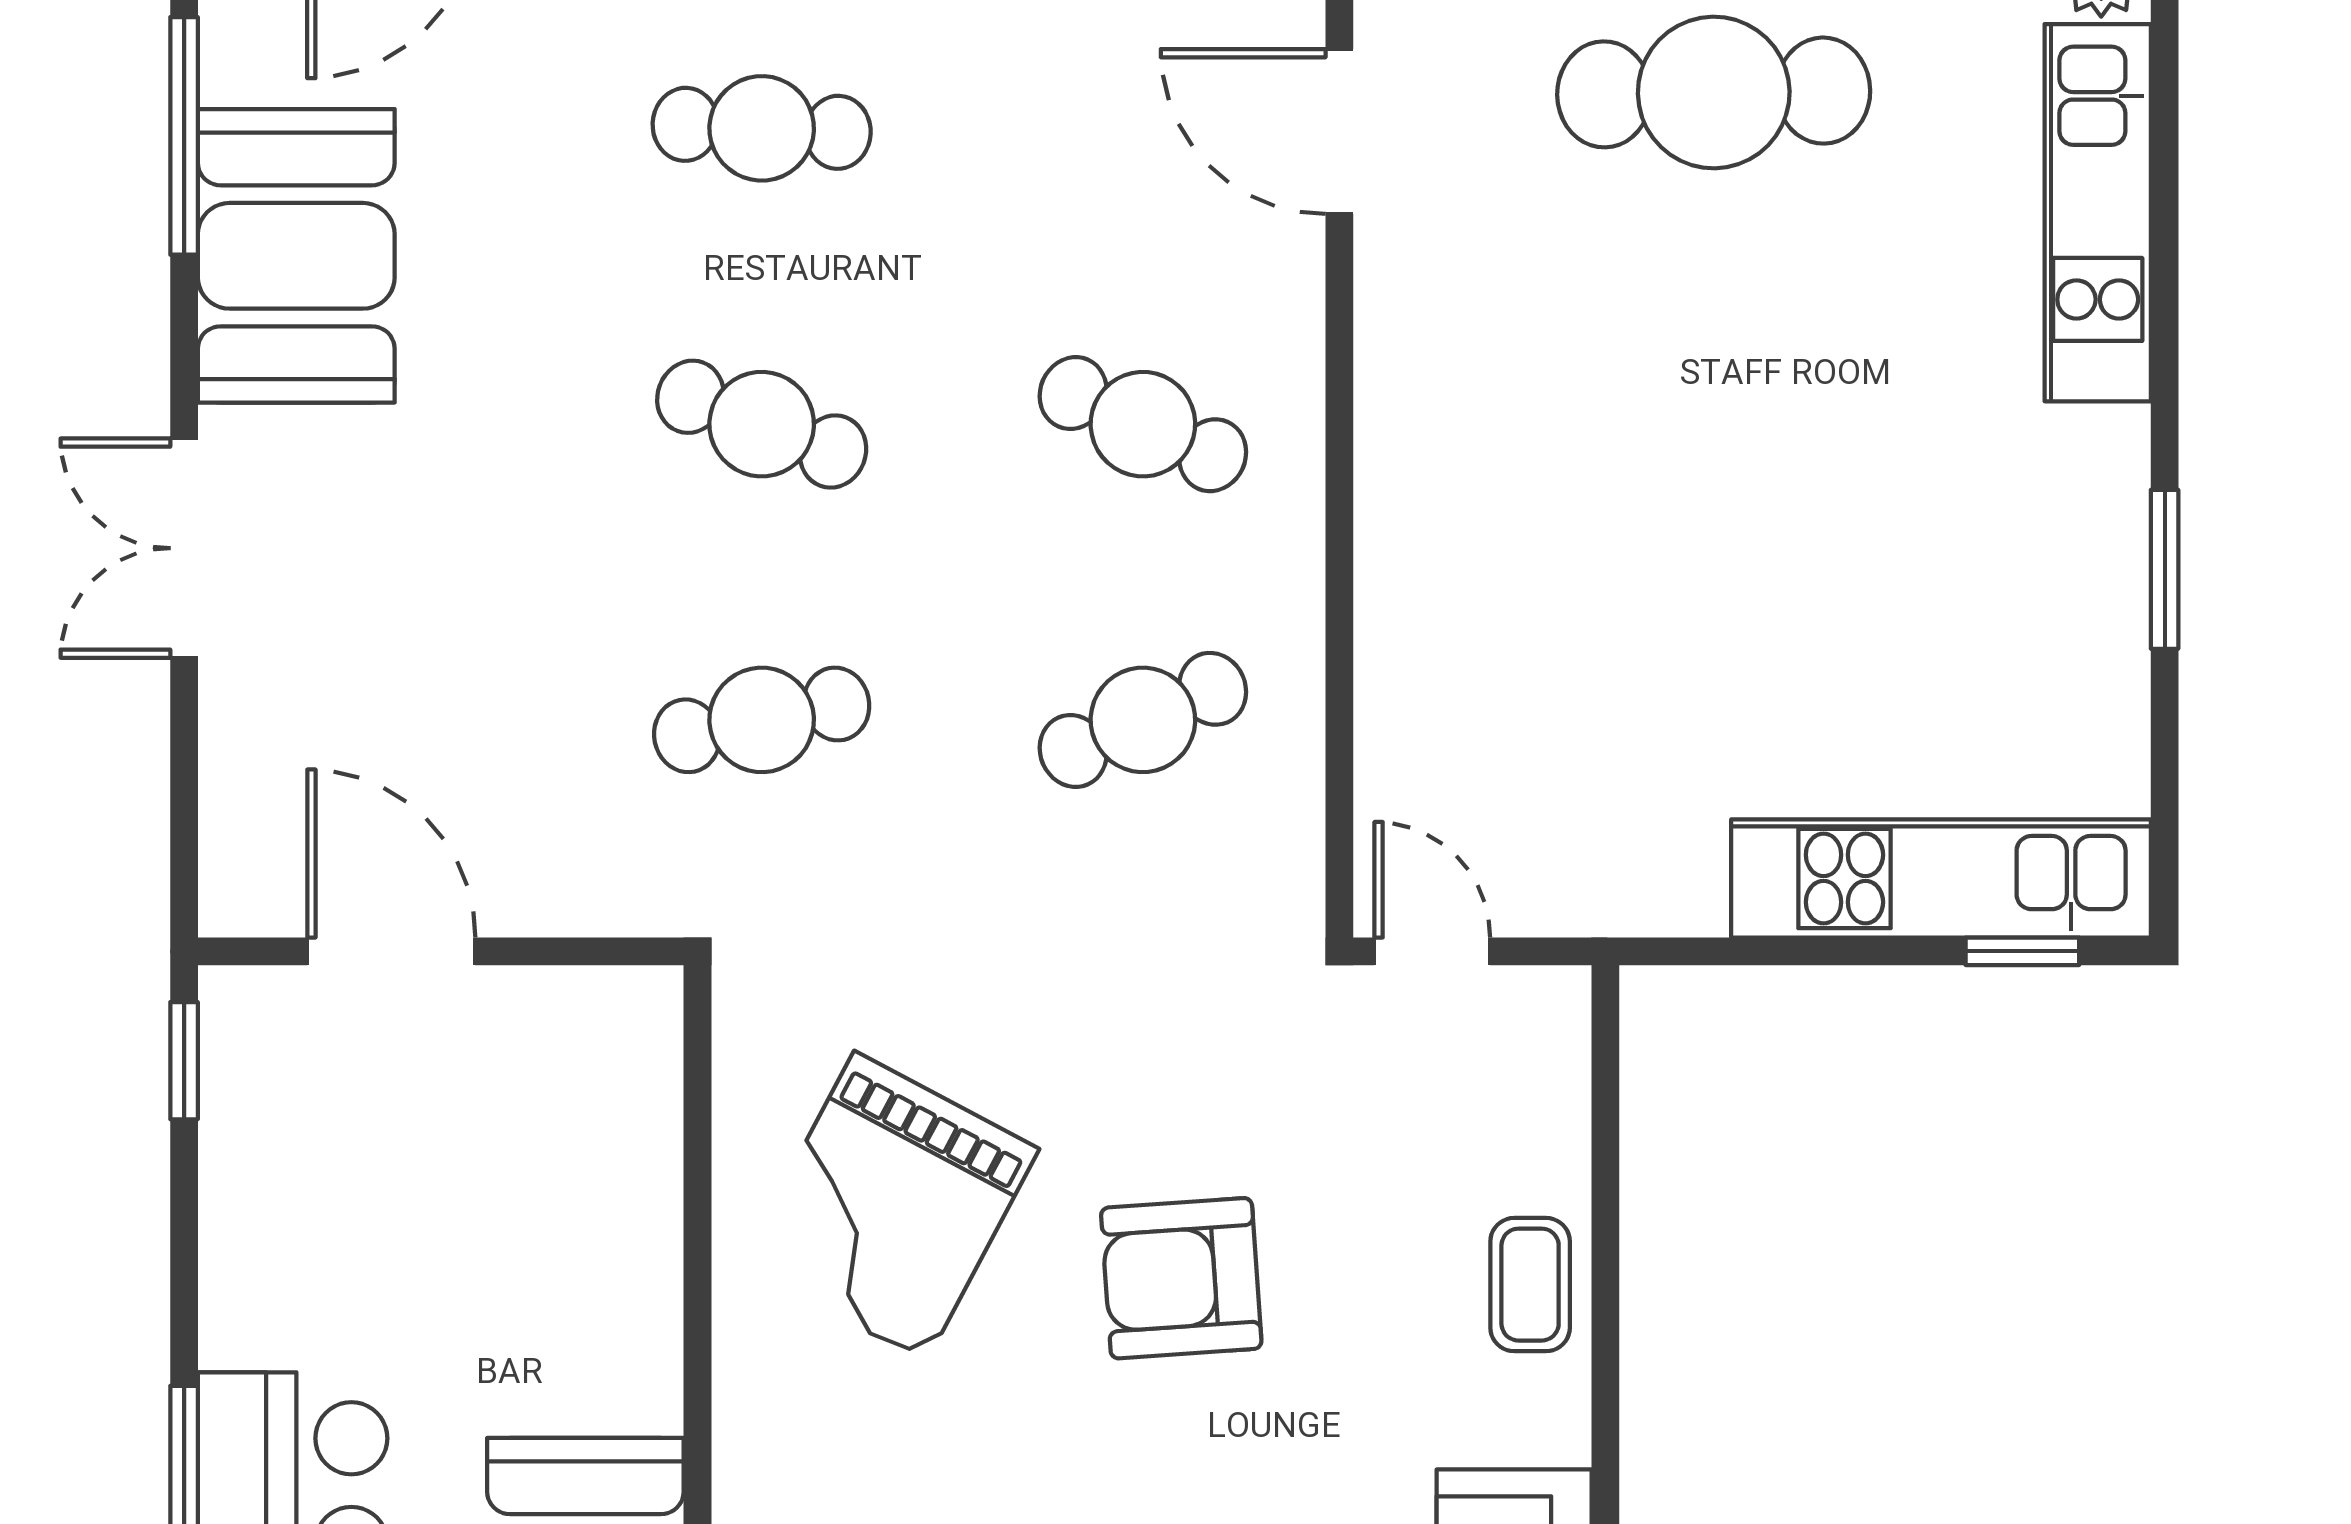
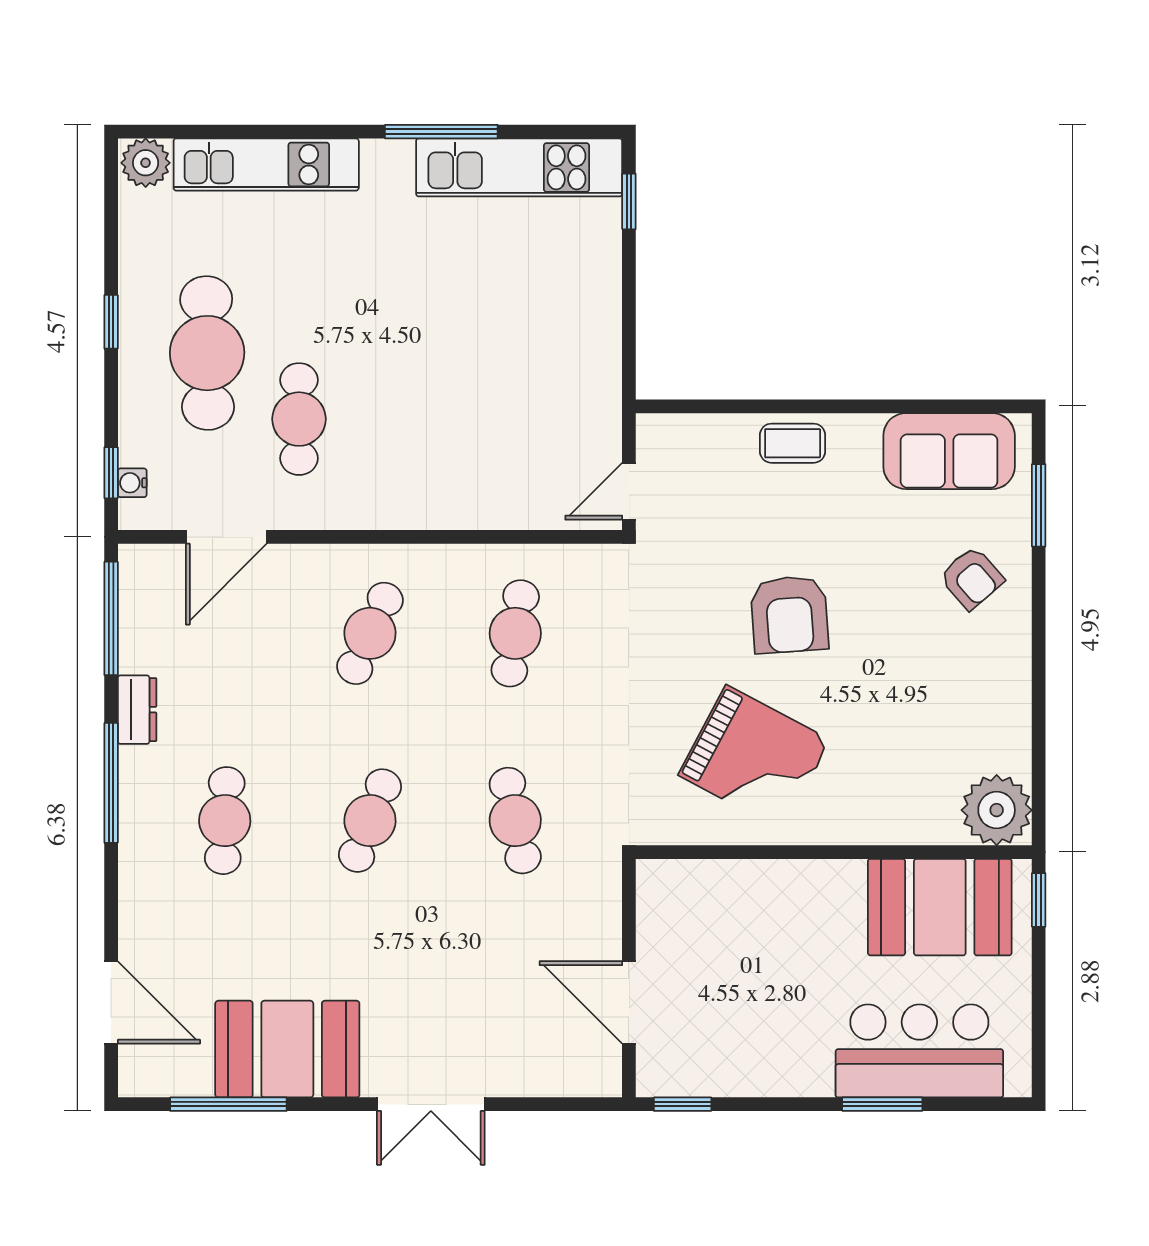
cafe table: (1579, 280) -> (299, 419), added
window: (2165, 569) -> (441, 132), width x1.44
cafe table: (1143, 720) -> (515, 633), turned 33
kitchen unit: (1941, 878) -> (519, 167), moved, turned -90
door: (391, 951) -> (629, 1002), hinge flipped

